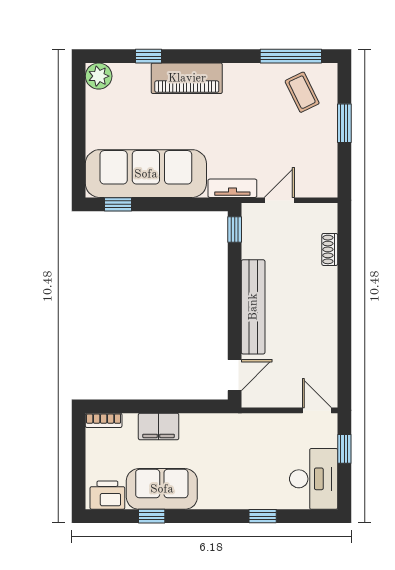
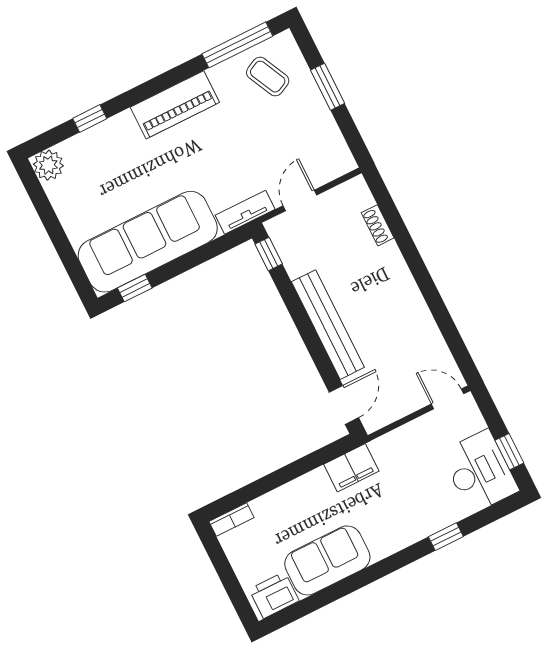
piano: (187, 78) -> (175, 105), moved
filing cabinet: (159, 426) -> (351, 468), moved
window: (344, 449) -> (509, 452), moved
window: (152, 516) -> (331, 594), removed

